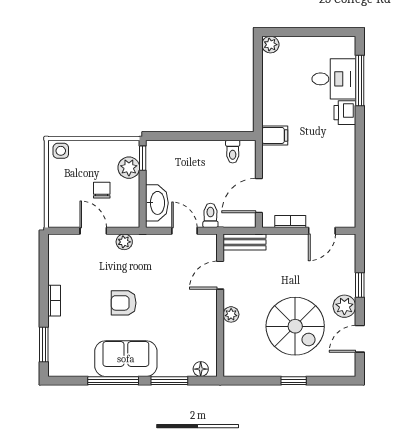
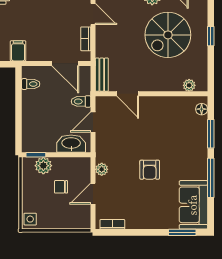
bookcase: (54, 301) -> (112, 224), moved
plant: (231, 314) -> (189, 85), moved
spiral stairs: (295, 326) -> (168, 35), turned 180
sofa: (126, 359) -> (193, 205), moved

